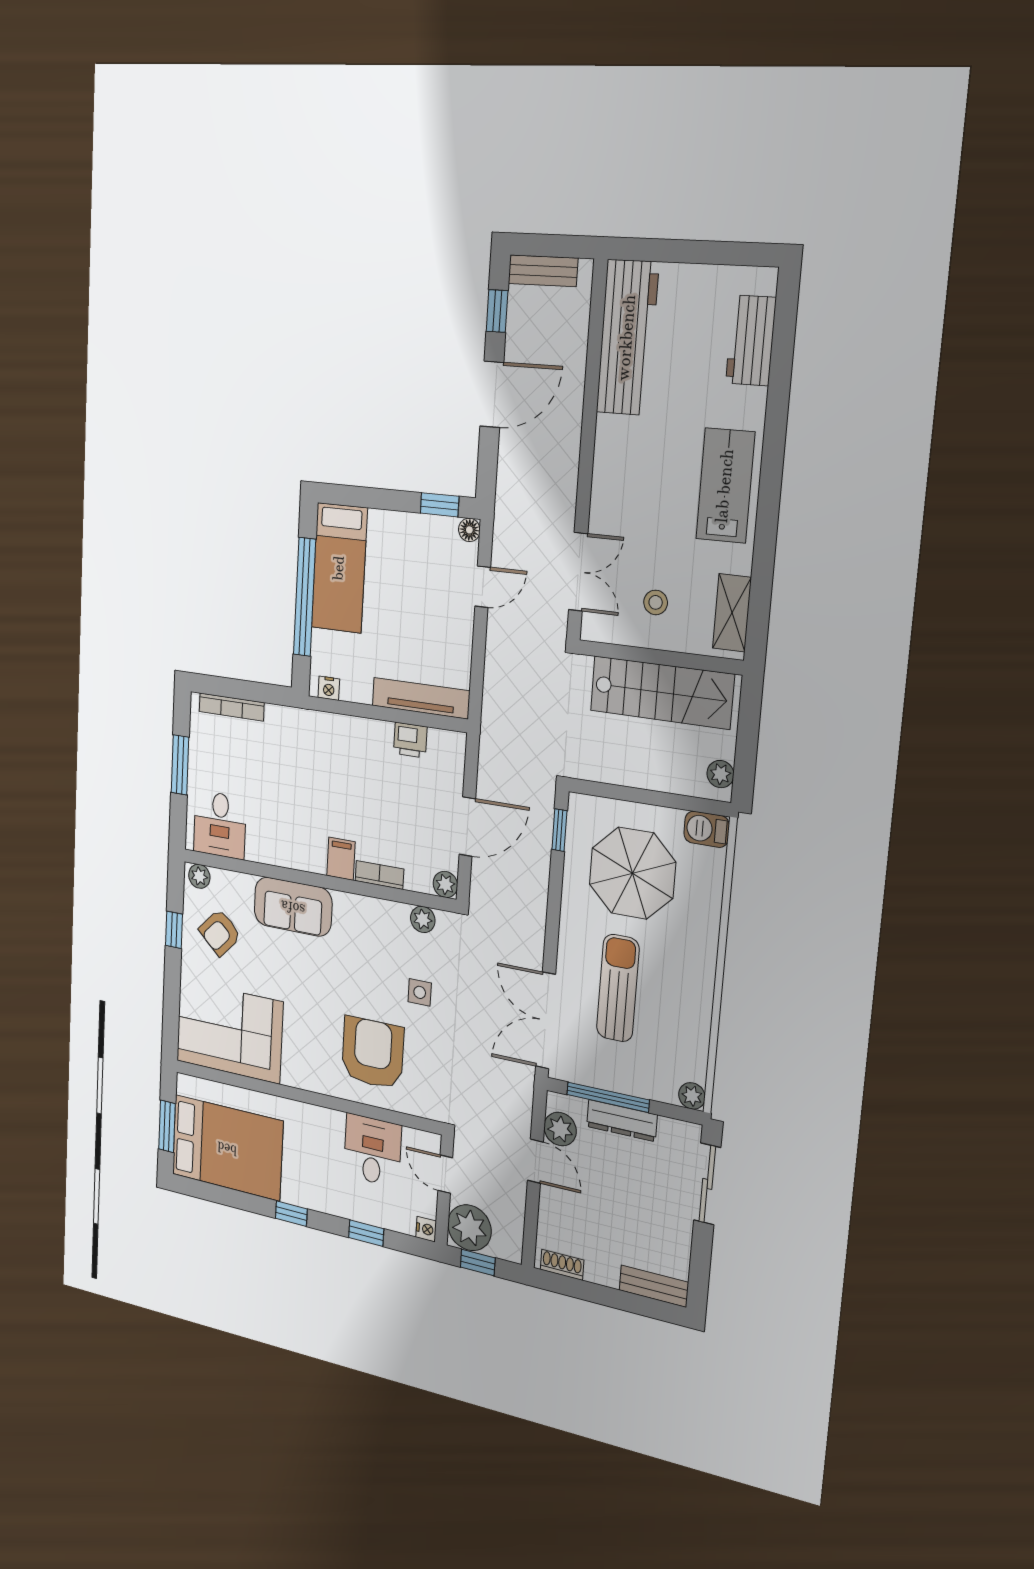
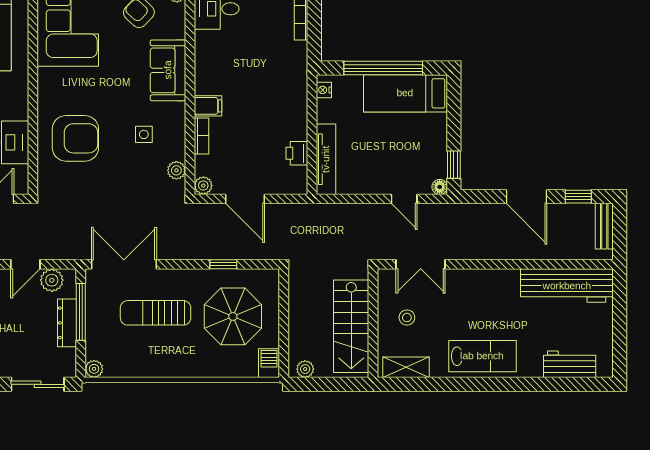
window: (559, 830) -> (223, 264), moved
sun lounger: (618, 988) -> (156, 313), turned 180
side table: (420, 992) -> (144, 134), moved

